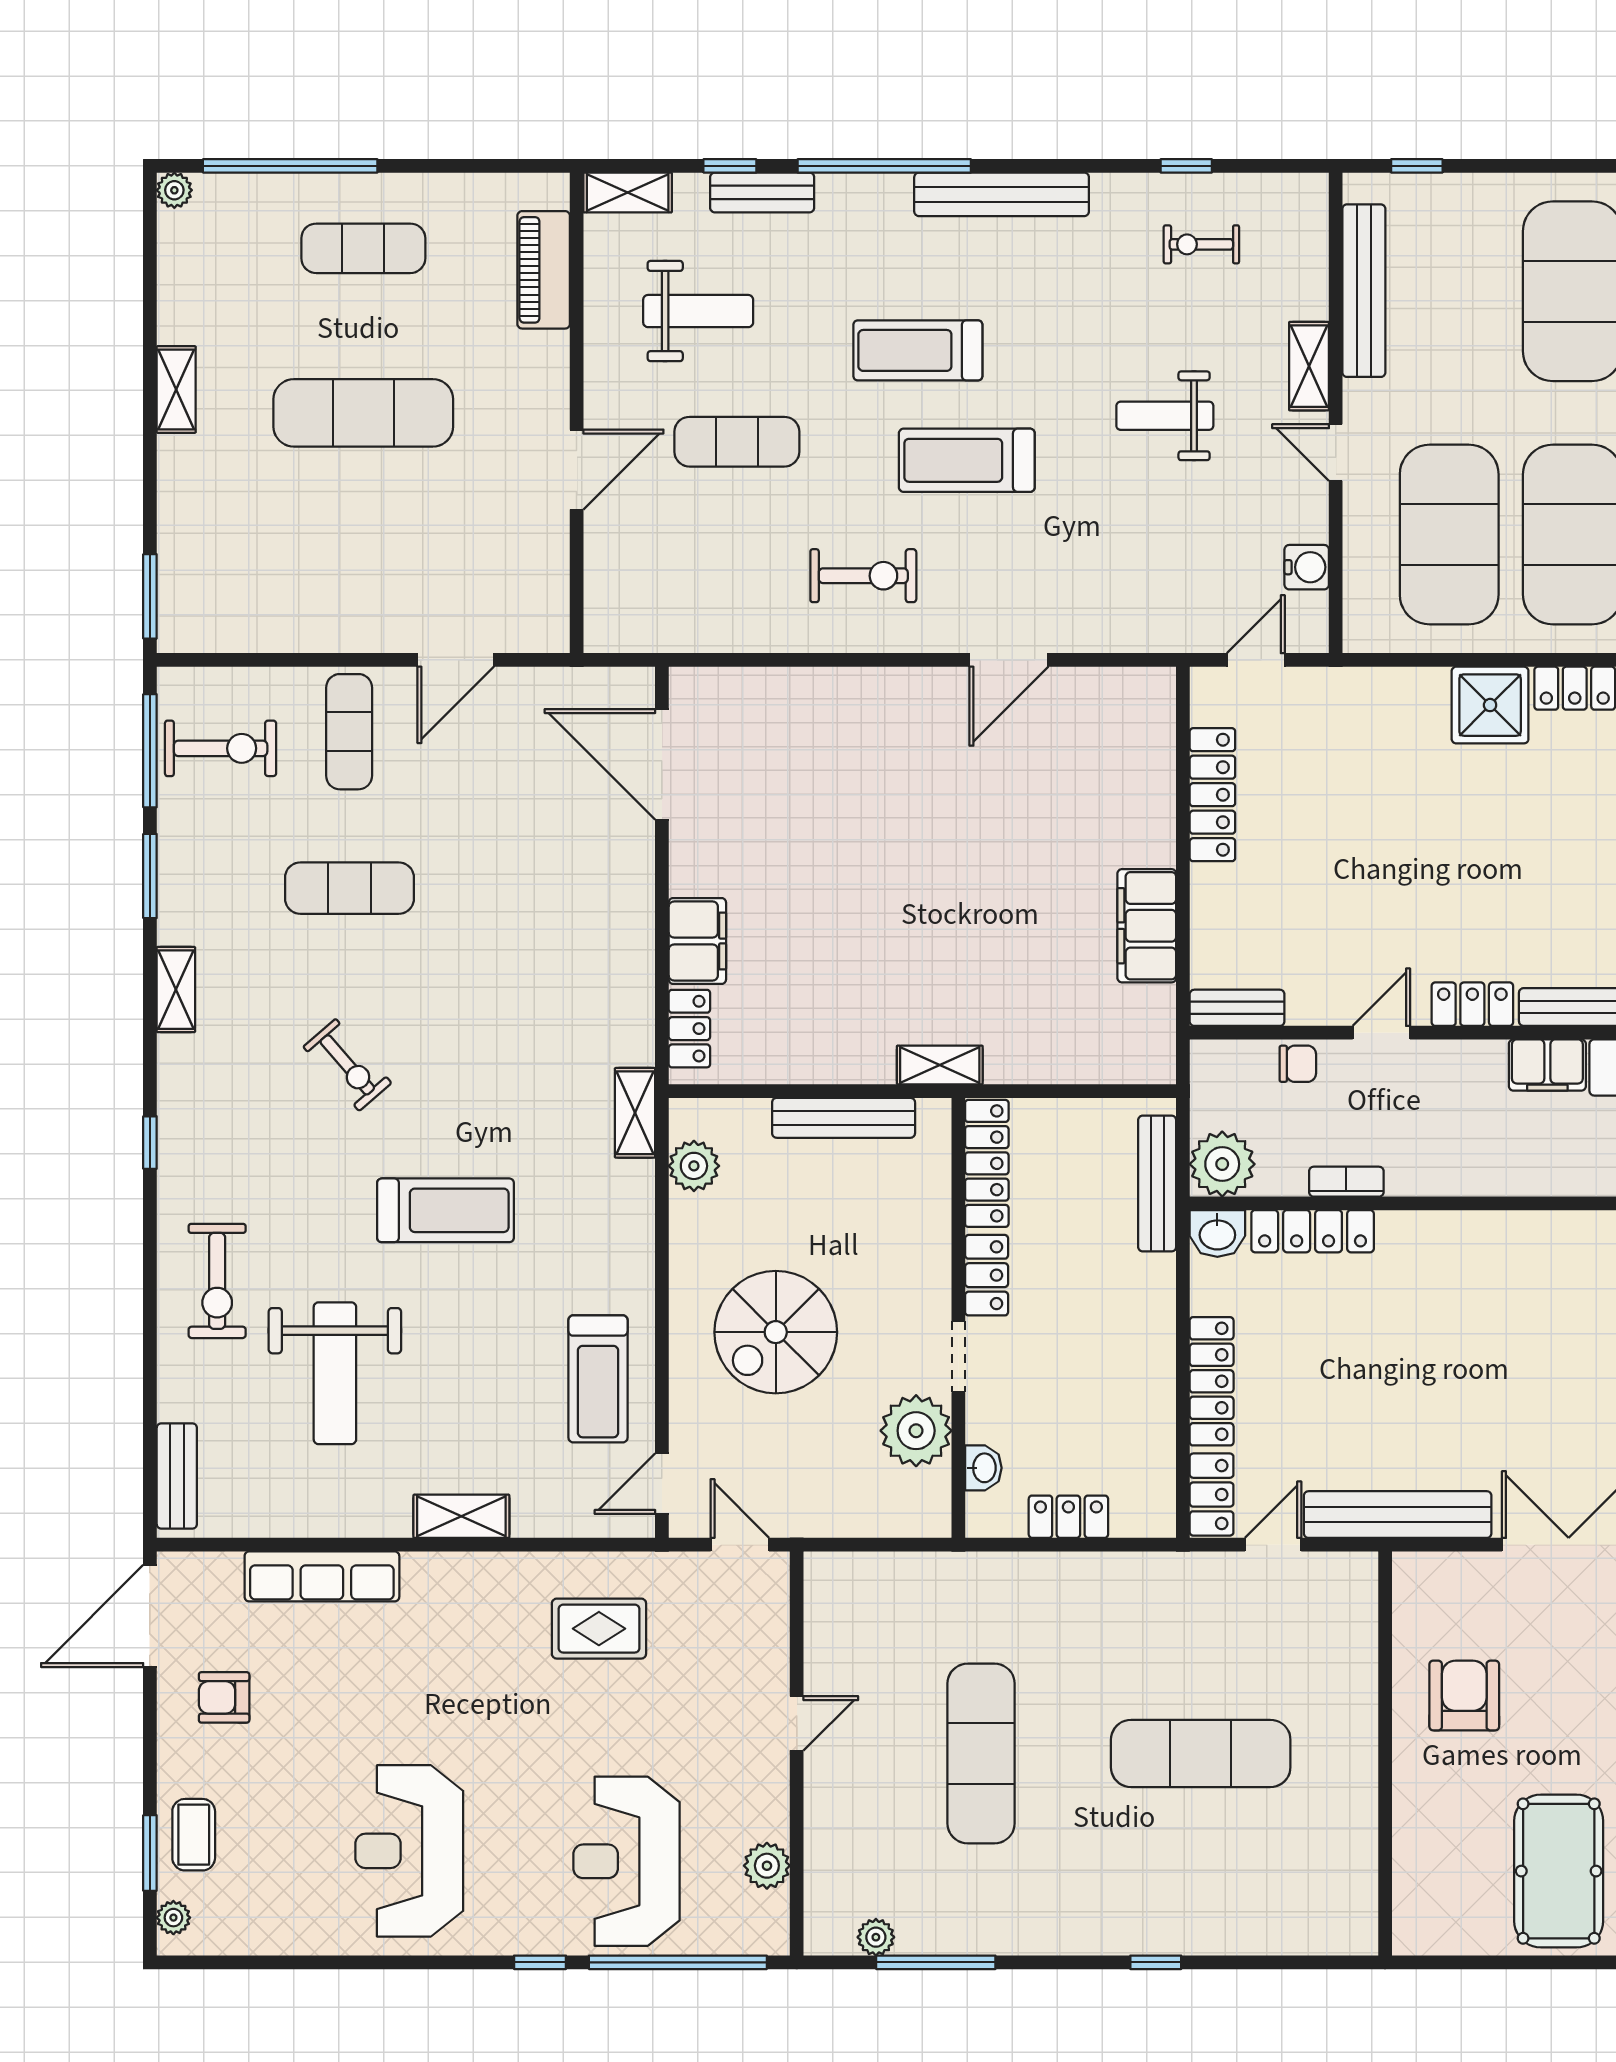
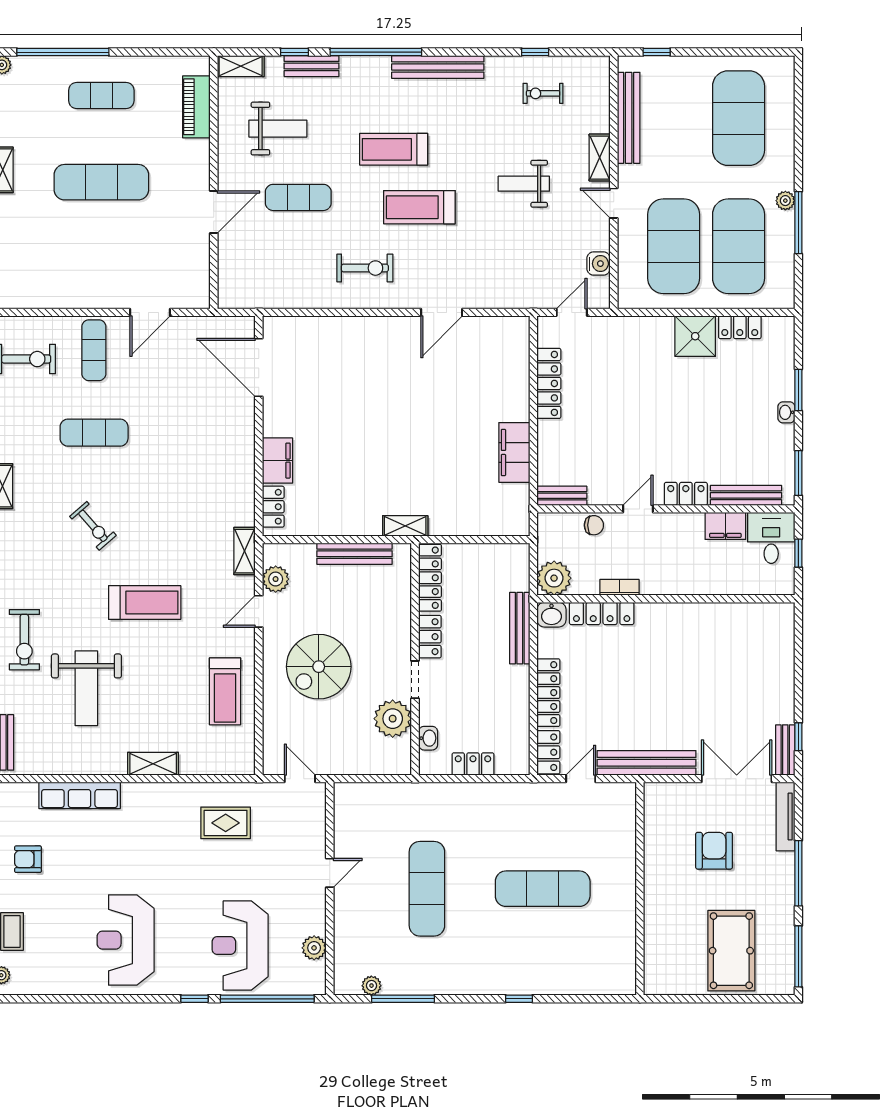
bench: (1157, 1184) -> (520, 628), moved
door: (662, 1484) -> (259, 611), moved
armchair: (1464, 1696) -> (714, 851), moved

